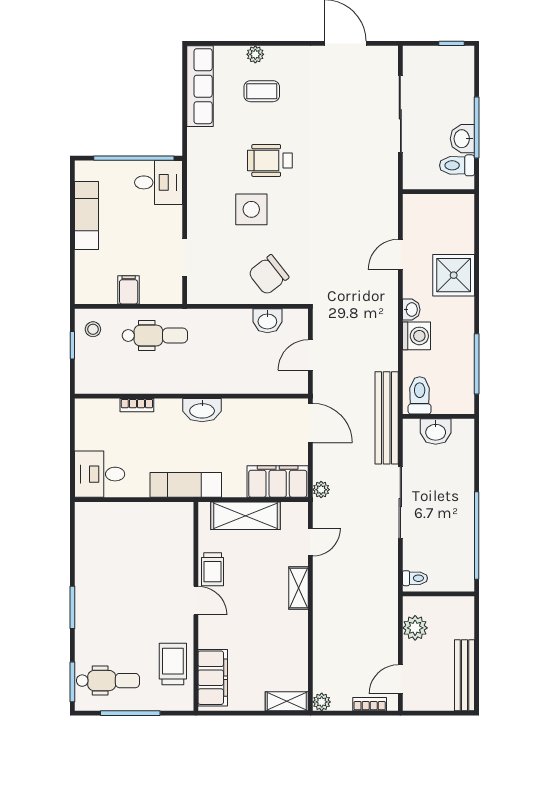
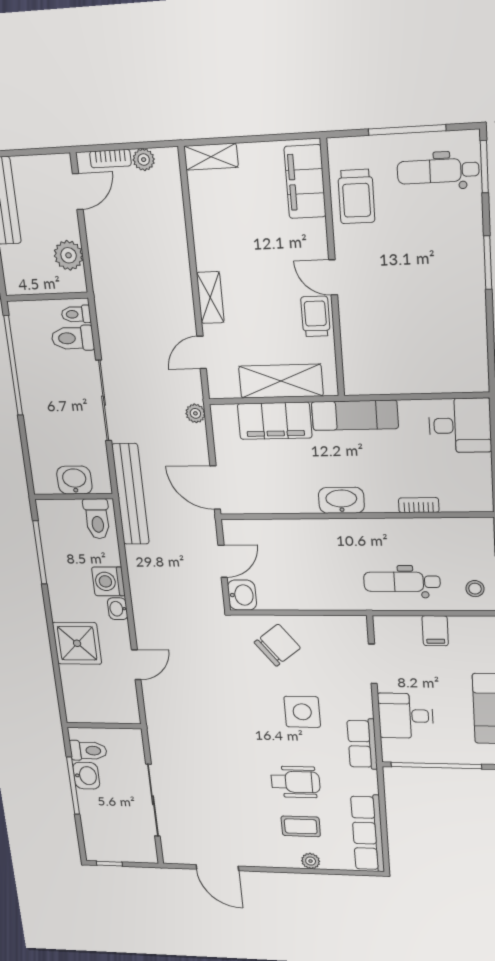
wheelchair: (270, 160) -> (295, 782), moved
row of seats: (199, 178) -> (362, 744), added
desk: (159, 182) -> (406, 716), moved
washbasin: (267, 321) -> (242, 595), moved, turned 90
filing cabinet: (278, 481) -> (275, 421), moved
toilet: (421, 558) -> (73, 338), added
plant: (322, 702) -> (144, 160), moved

